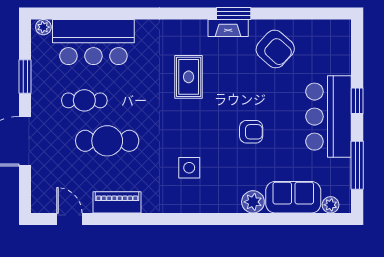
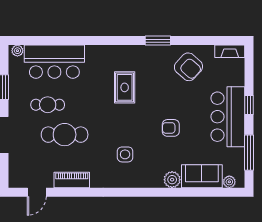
fireplace: (228, 28) -> (230, 51), moved
armchair: (251, 132) -> (171, 128), turned 180
door: (69, 219) -> (37, 192), swing flipped

